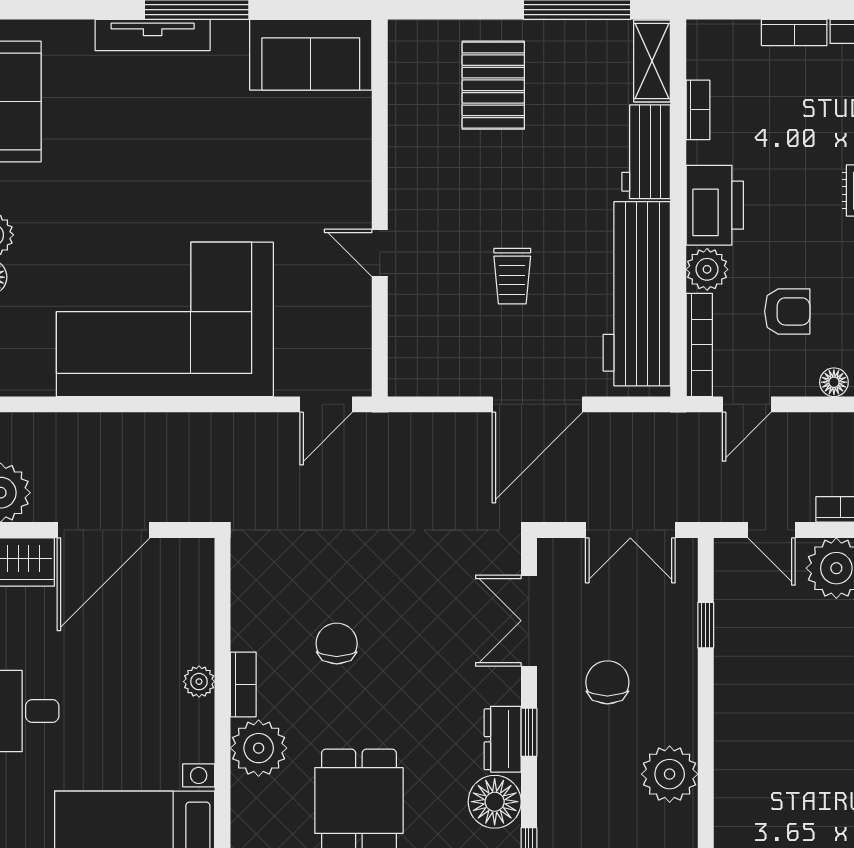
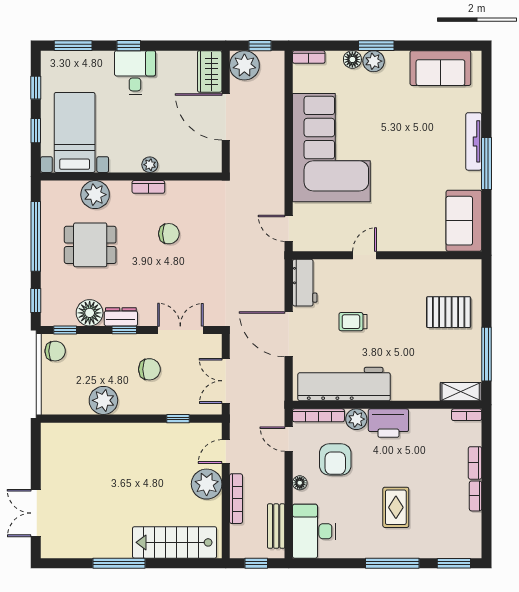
bookcase: (698, 110) -> (467, 415), moved
workbench: (646, 152) -> (305, 283), moved, turned 90
armchair: (787, 311) -> (335, 459), width x1.38, depth x1.38
plant: (259, 748) -> (95, 195), moved

